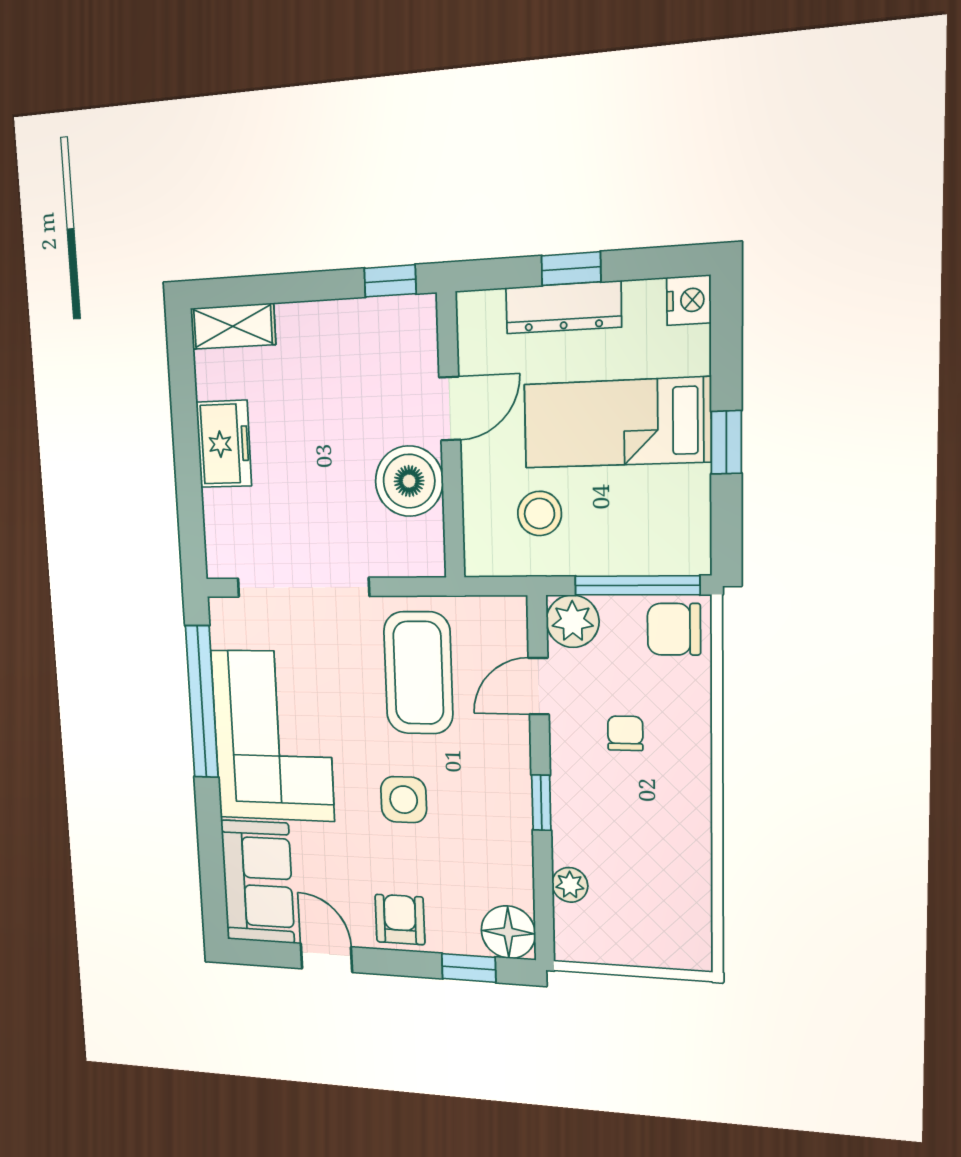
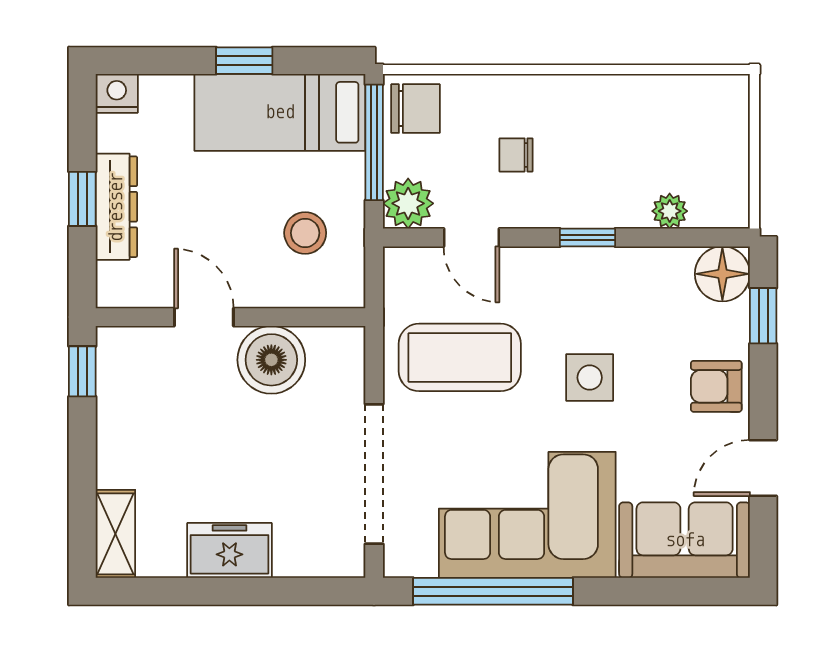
bed: (617, 423) -> (280, 112), moved, turned 90
chair: (674, 629) -> (415, 109), turned -90

